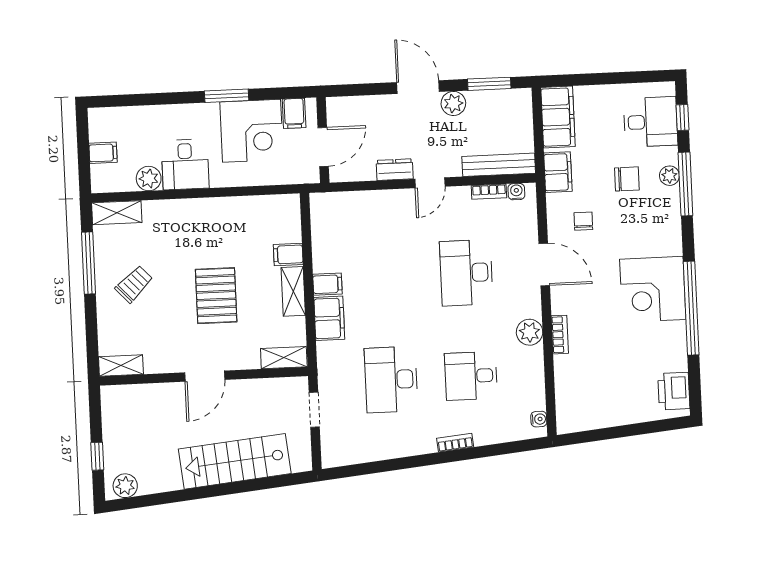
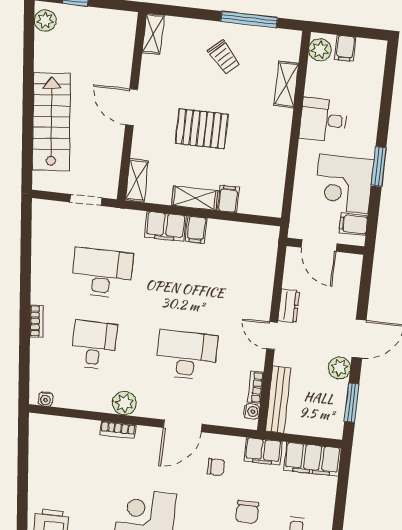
plant: (149, 179) -> (320, 50), moved
shelving: (117, 213) -> (286, 84), moved

